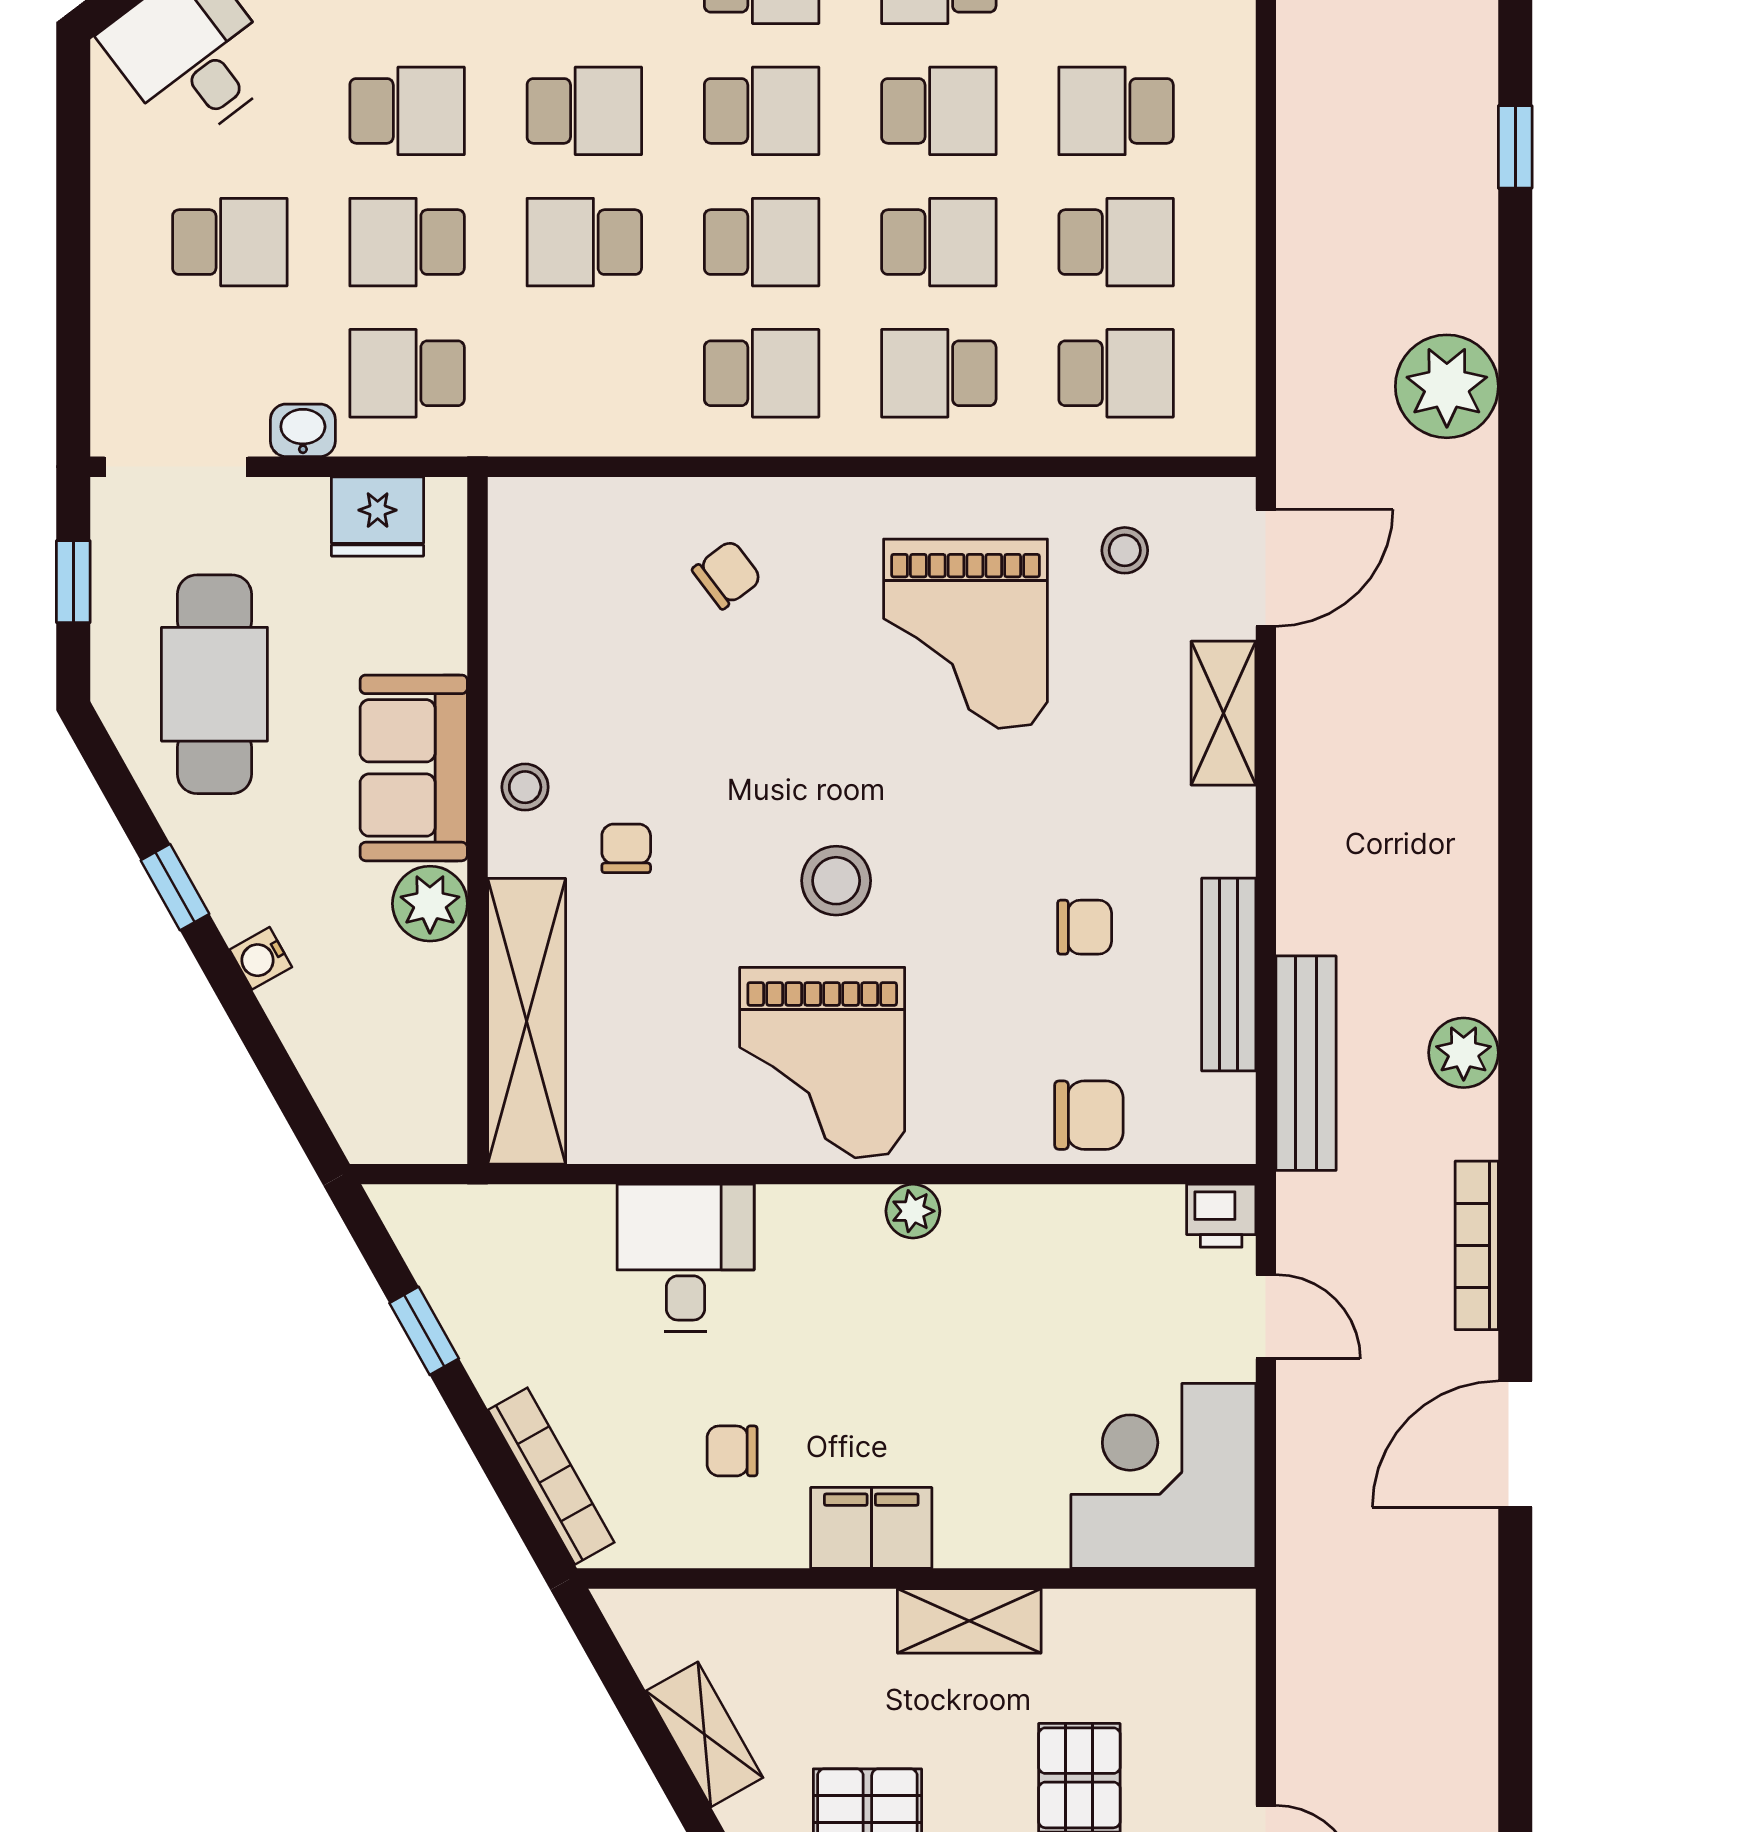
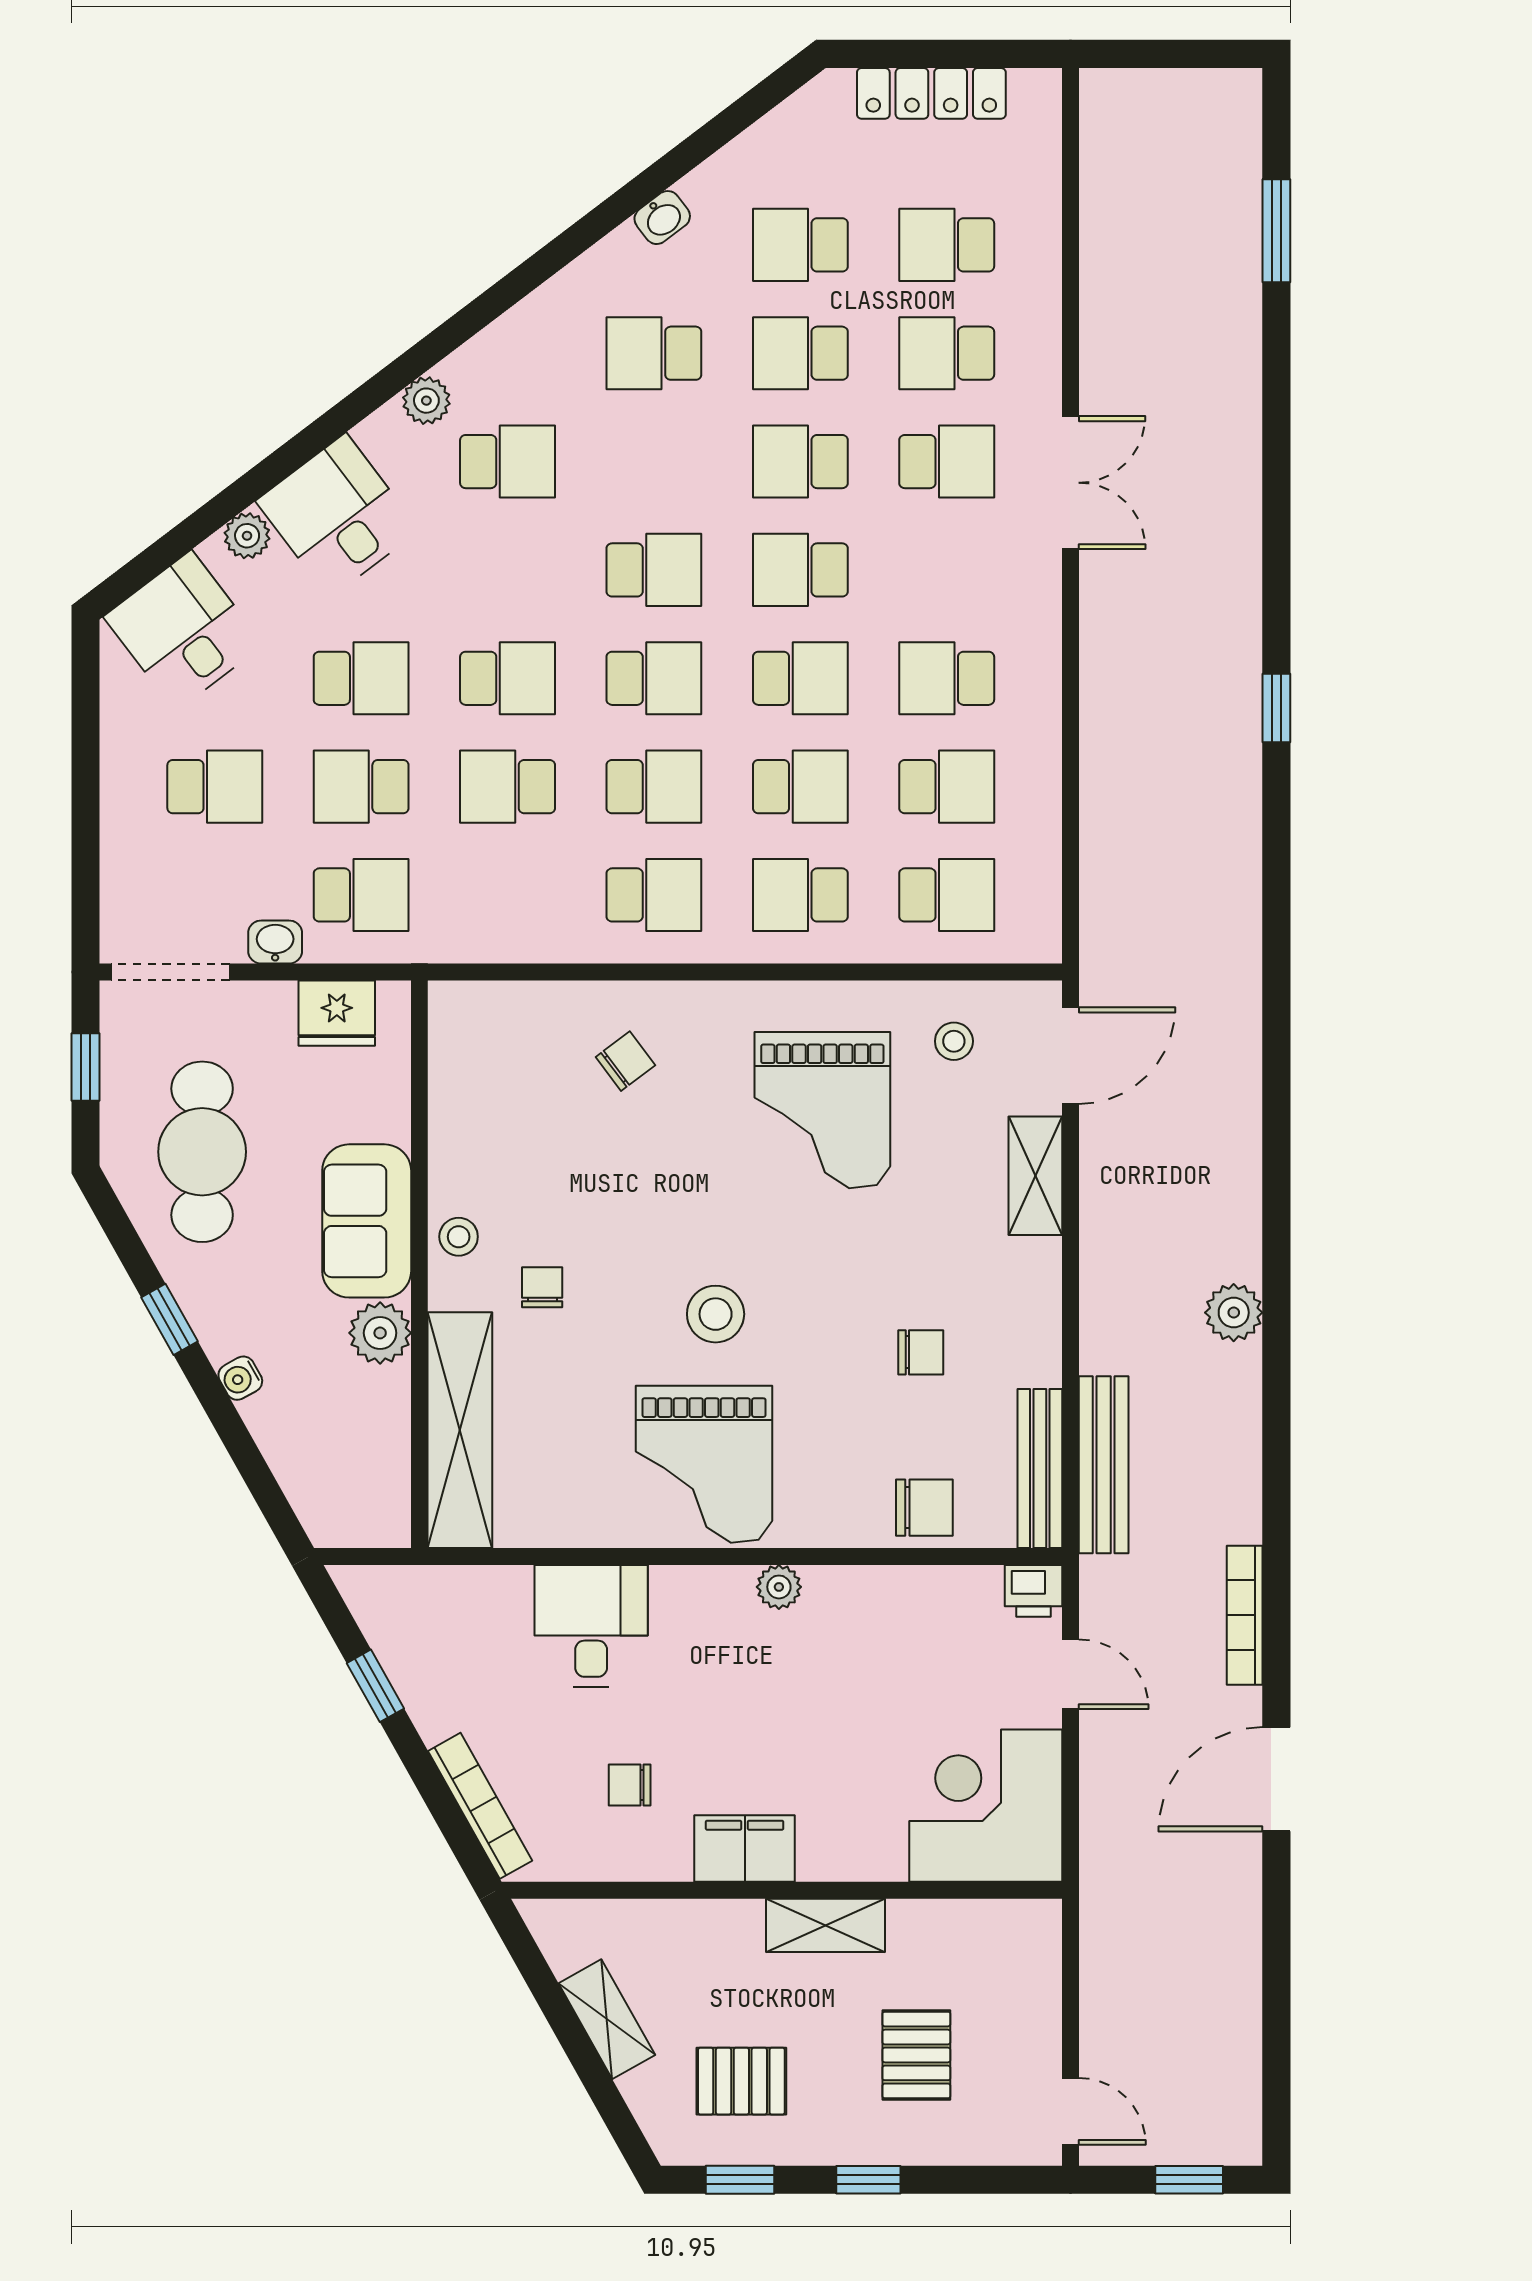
school desk: (407, 373) -> (361, 895), turned 180
plant: (1447, 386) -> (1220, 906), removed
bench: (1229, 975) -> (1040, 1468), moved
plant: (1464, 1053) -> (1234, 1313), moved

